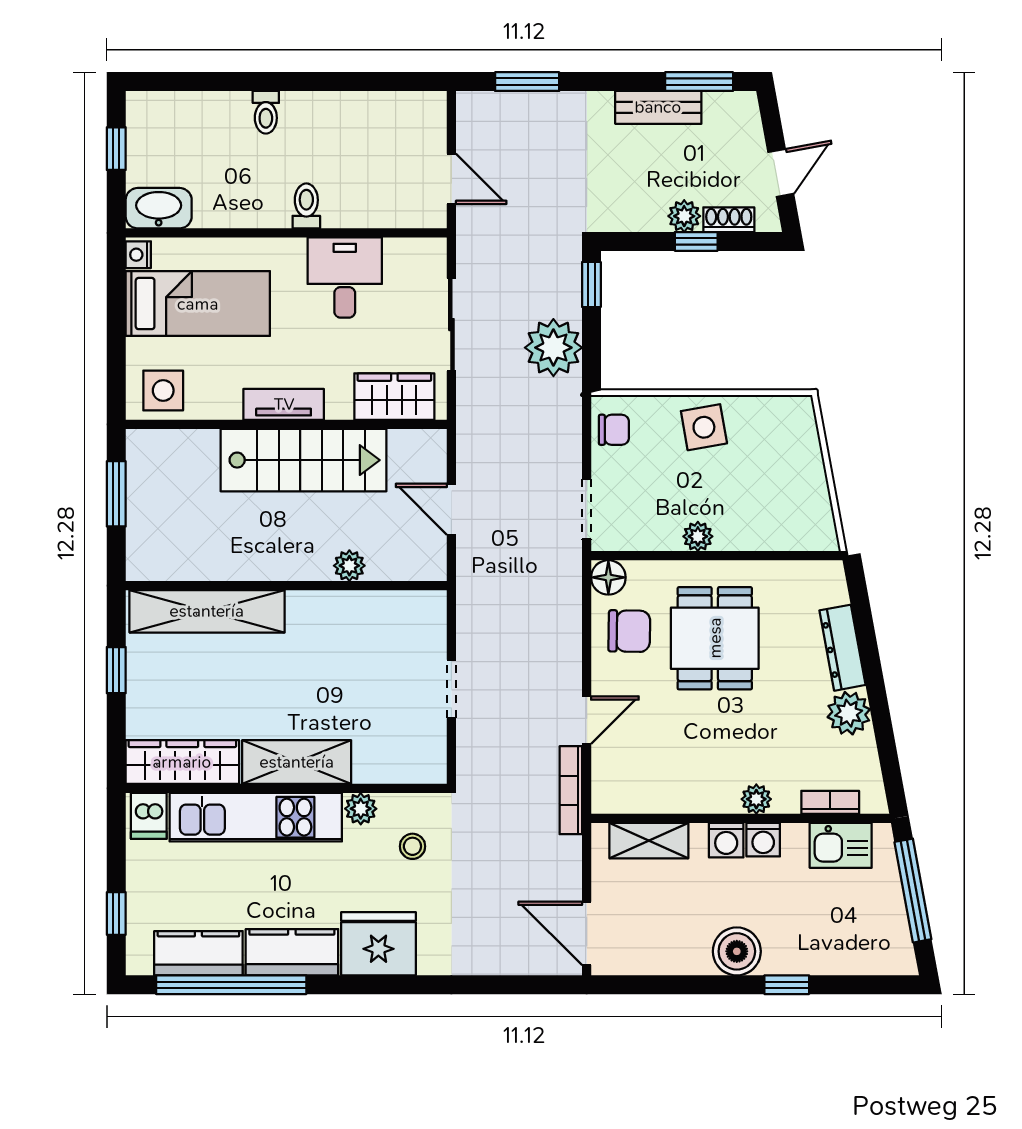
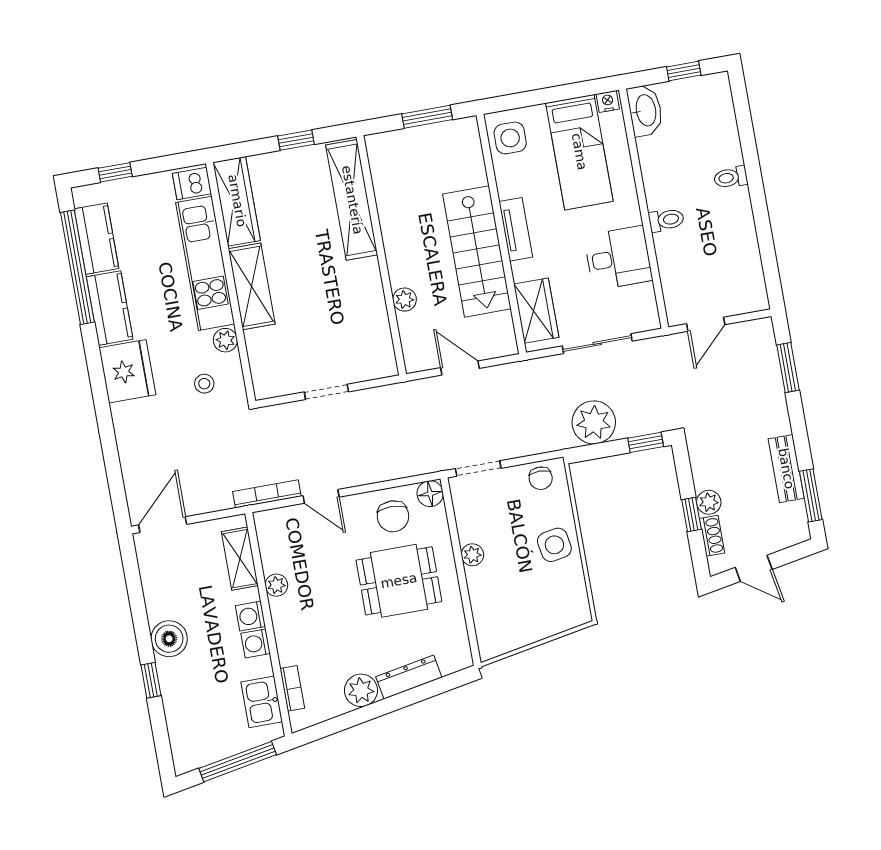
door: (451, 509) -> (460, 368), hinge flipped
plant: (756, 799) -> (276, 585), moved

